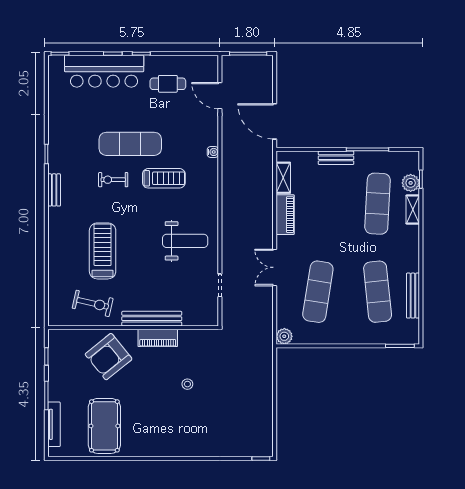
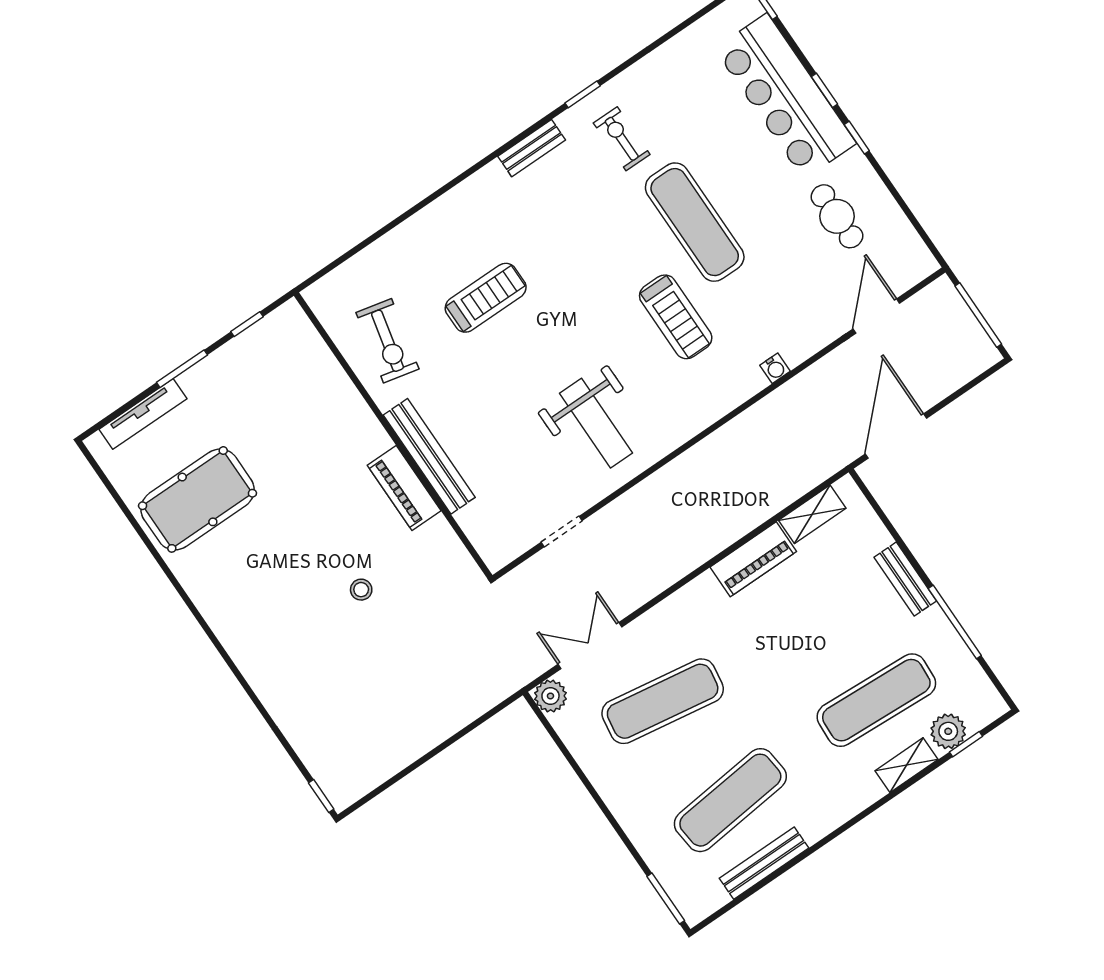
exercise bike: (113, 180) -> (622, 139), moved
treadmill: (103, 251) -> (486, 298), width x0.73, depth x0.73
double door: (275, 267) -> (590, 646), moved
armchair: (109, 357) -> (317, 428), removed

